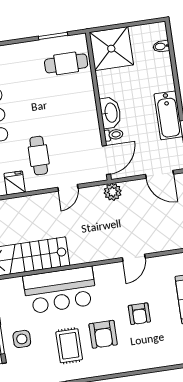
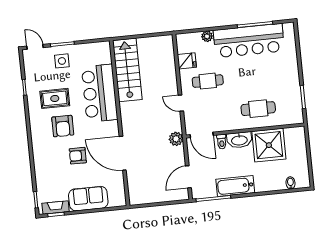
shower: (111, 49) -> (269, 145), moved
cafe table: (66, 63) -> (258, 109), moved, turned 90
door: (134, 258) -> (123, 153), width x1.87
armchair: (103, 334) -> (63, 126), turned -90

